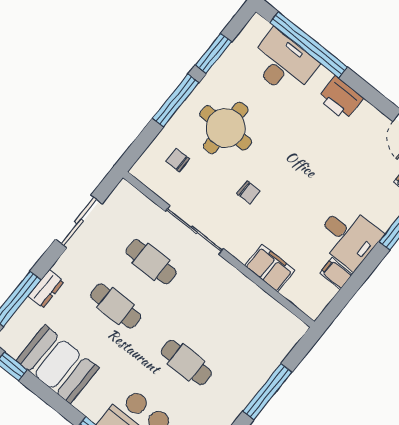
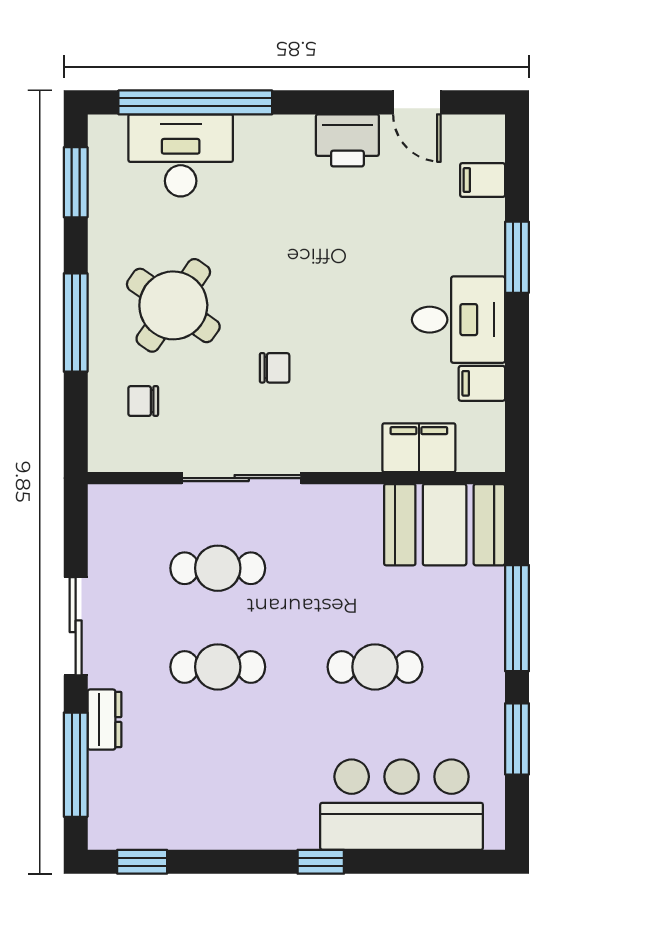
window: (214, 53) -> (76, 182), moved
printer: (340, 98) -> (347, 140), moved
round table: (226, 128) -> (173, 305), turned 35
sliding door: (79, 221) -> (76, 626), moved
filing cabinet: (270, 268) -> (419, 448), moved
booth: (58, 364) -> (445, 525), moved

